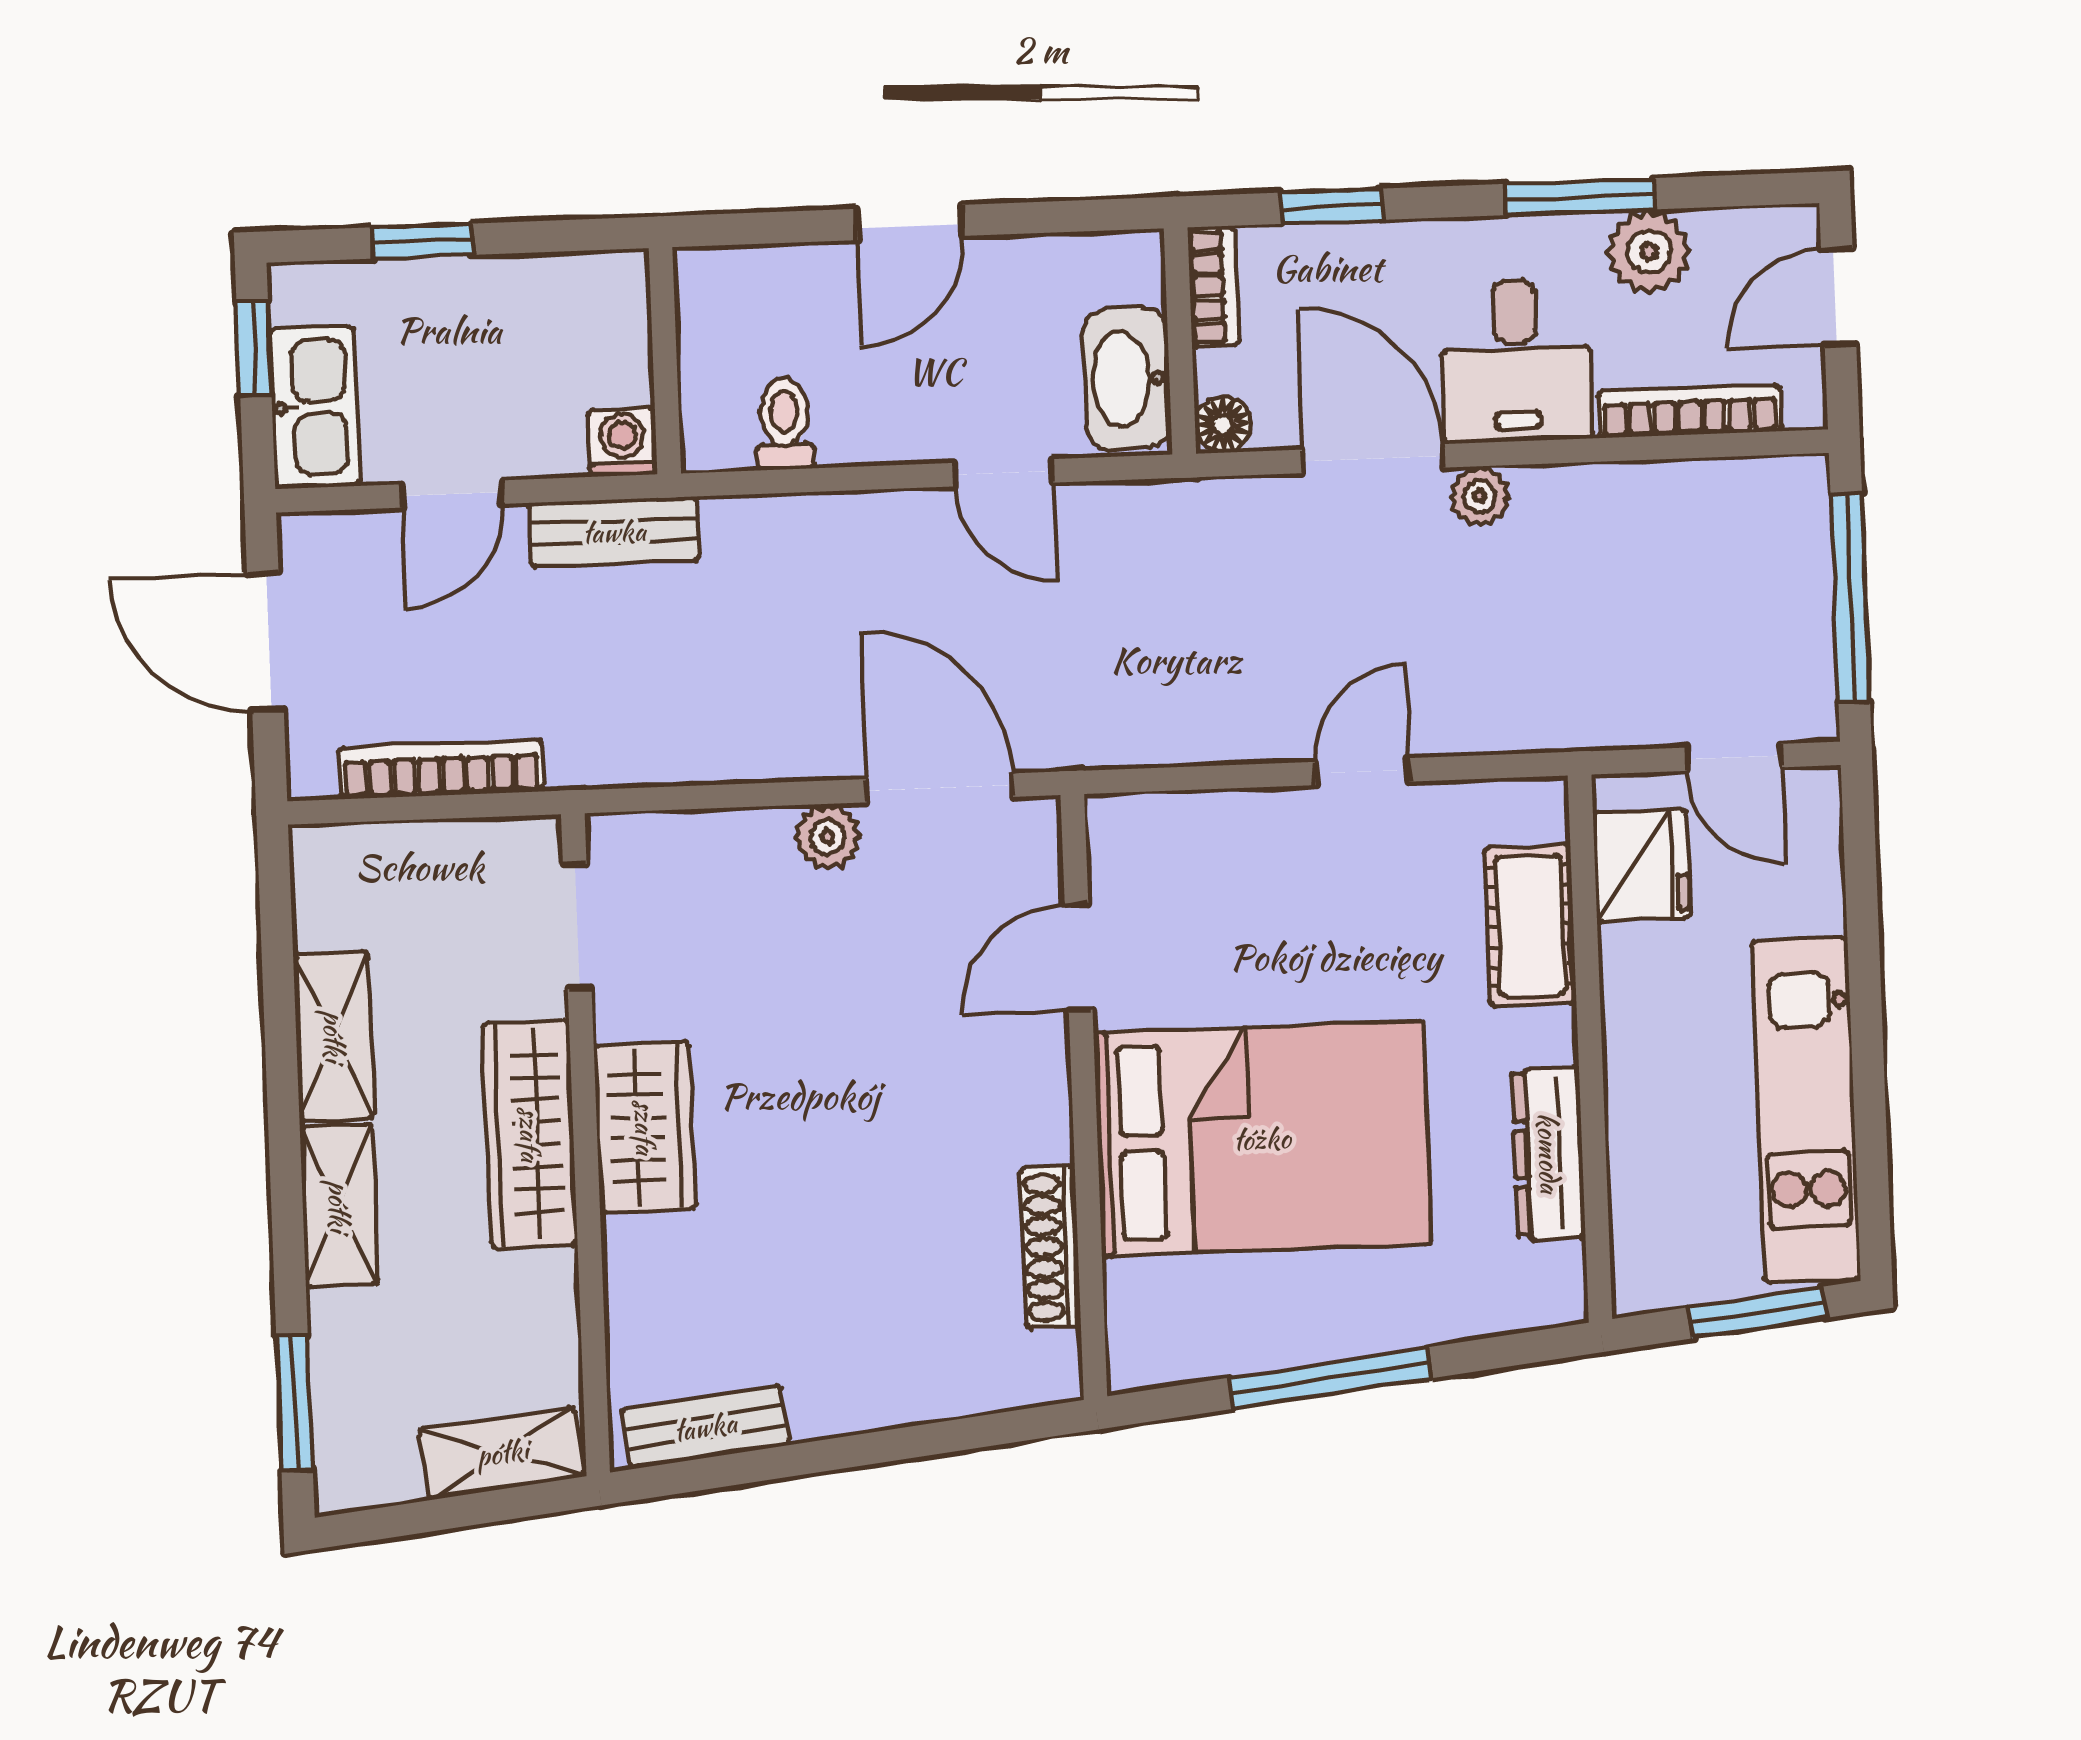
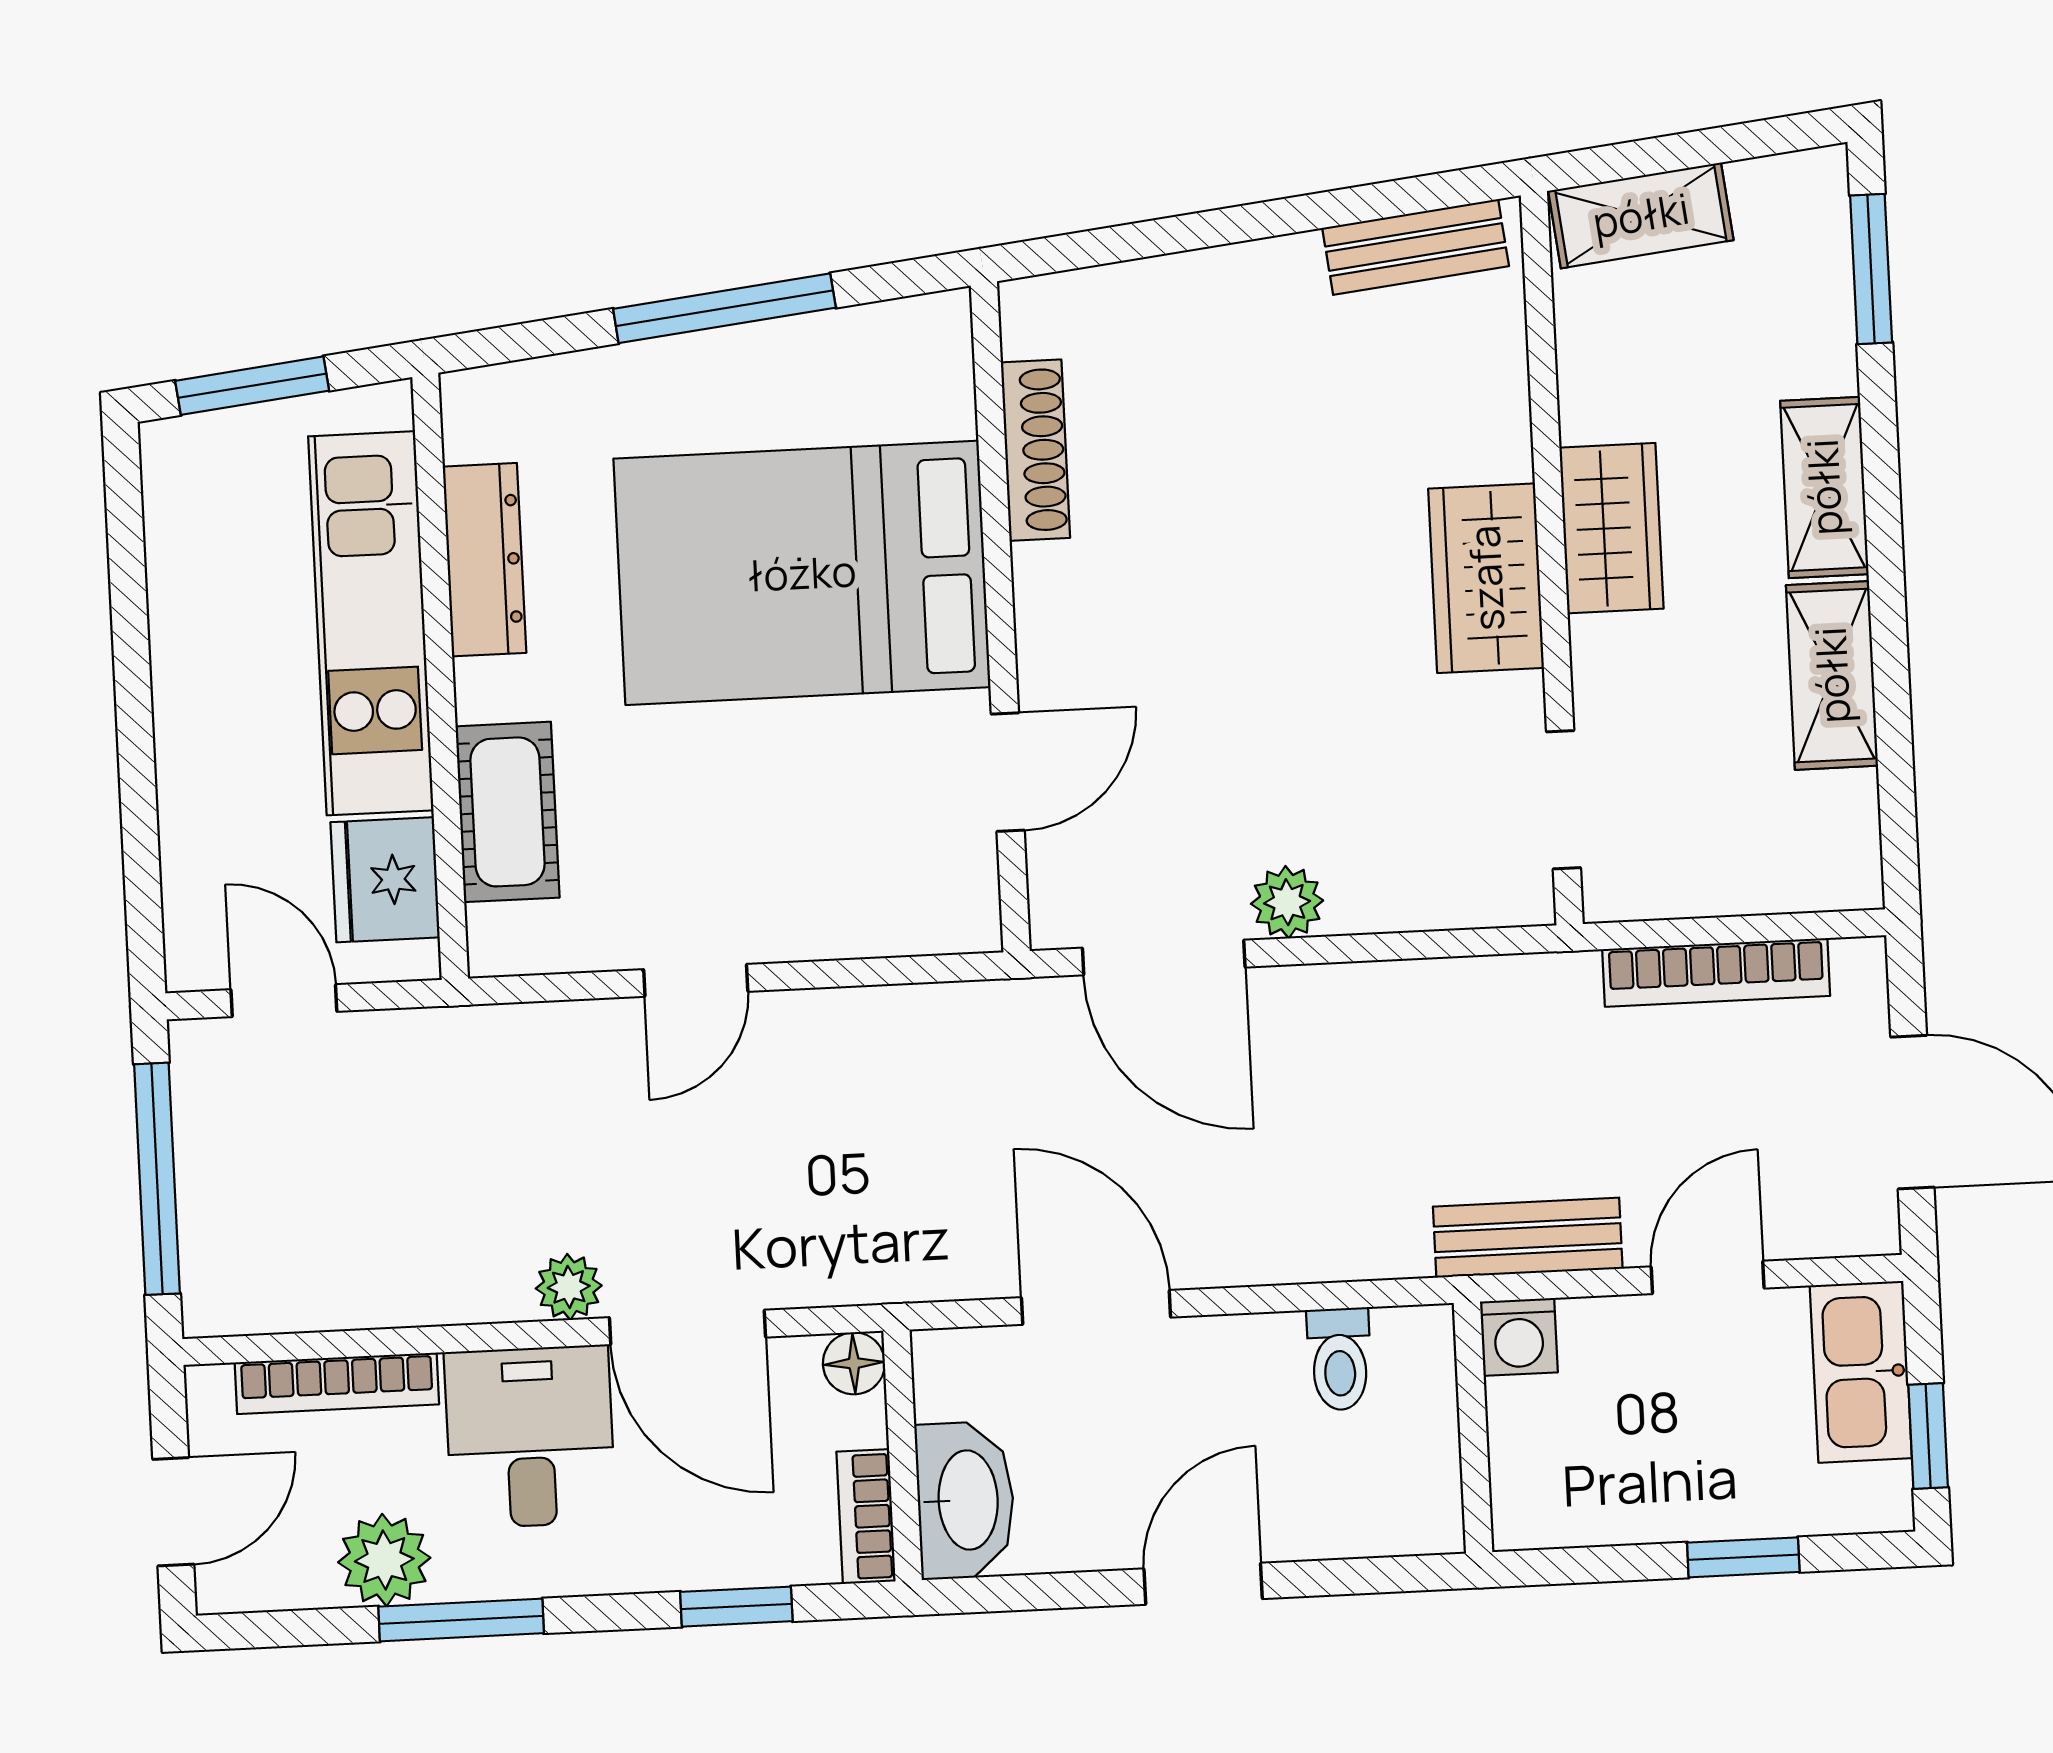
washbasin: (1127, 379) -> (965, 1500), moved
door: (1004, 473) -> (1096, 1307), width x1.38
kitchen unit: (1806, 1110) -> (371, 623), moved, turned 180
wardrobe: (530, 1134) -> (1611, 528), width x0.67

